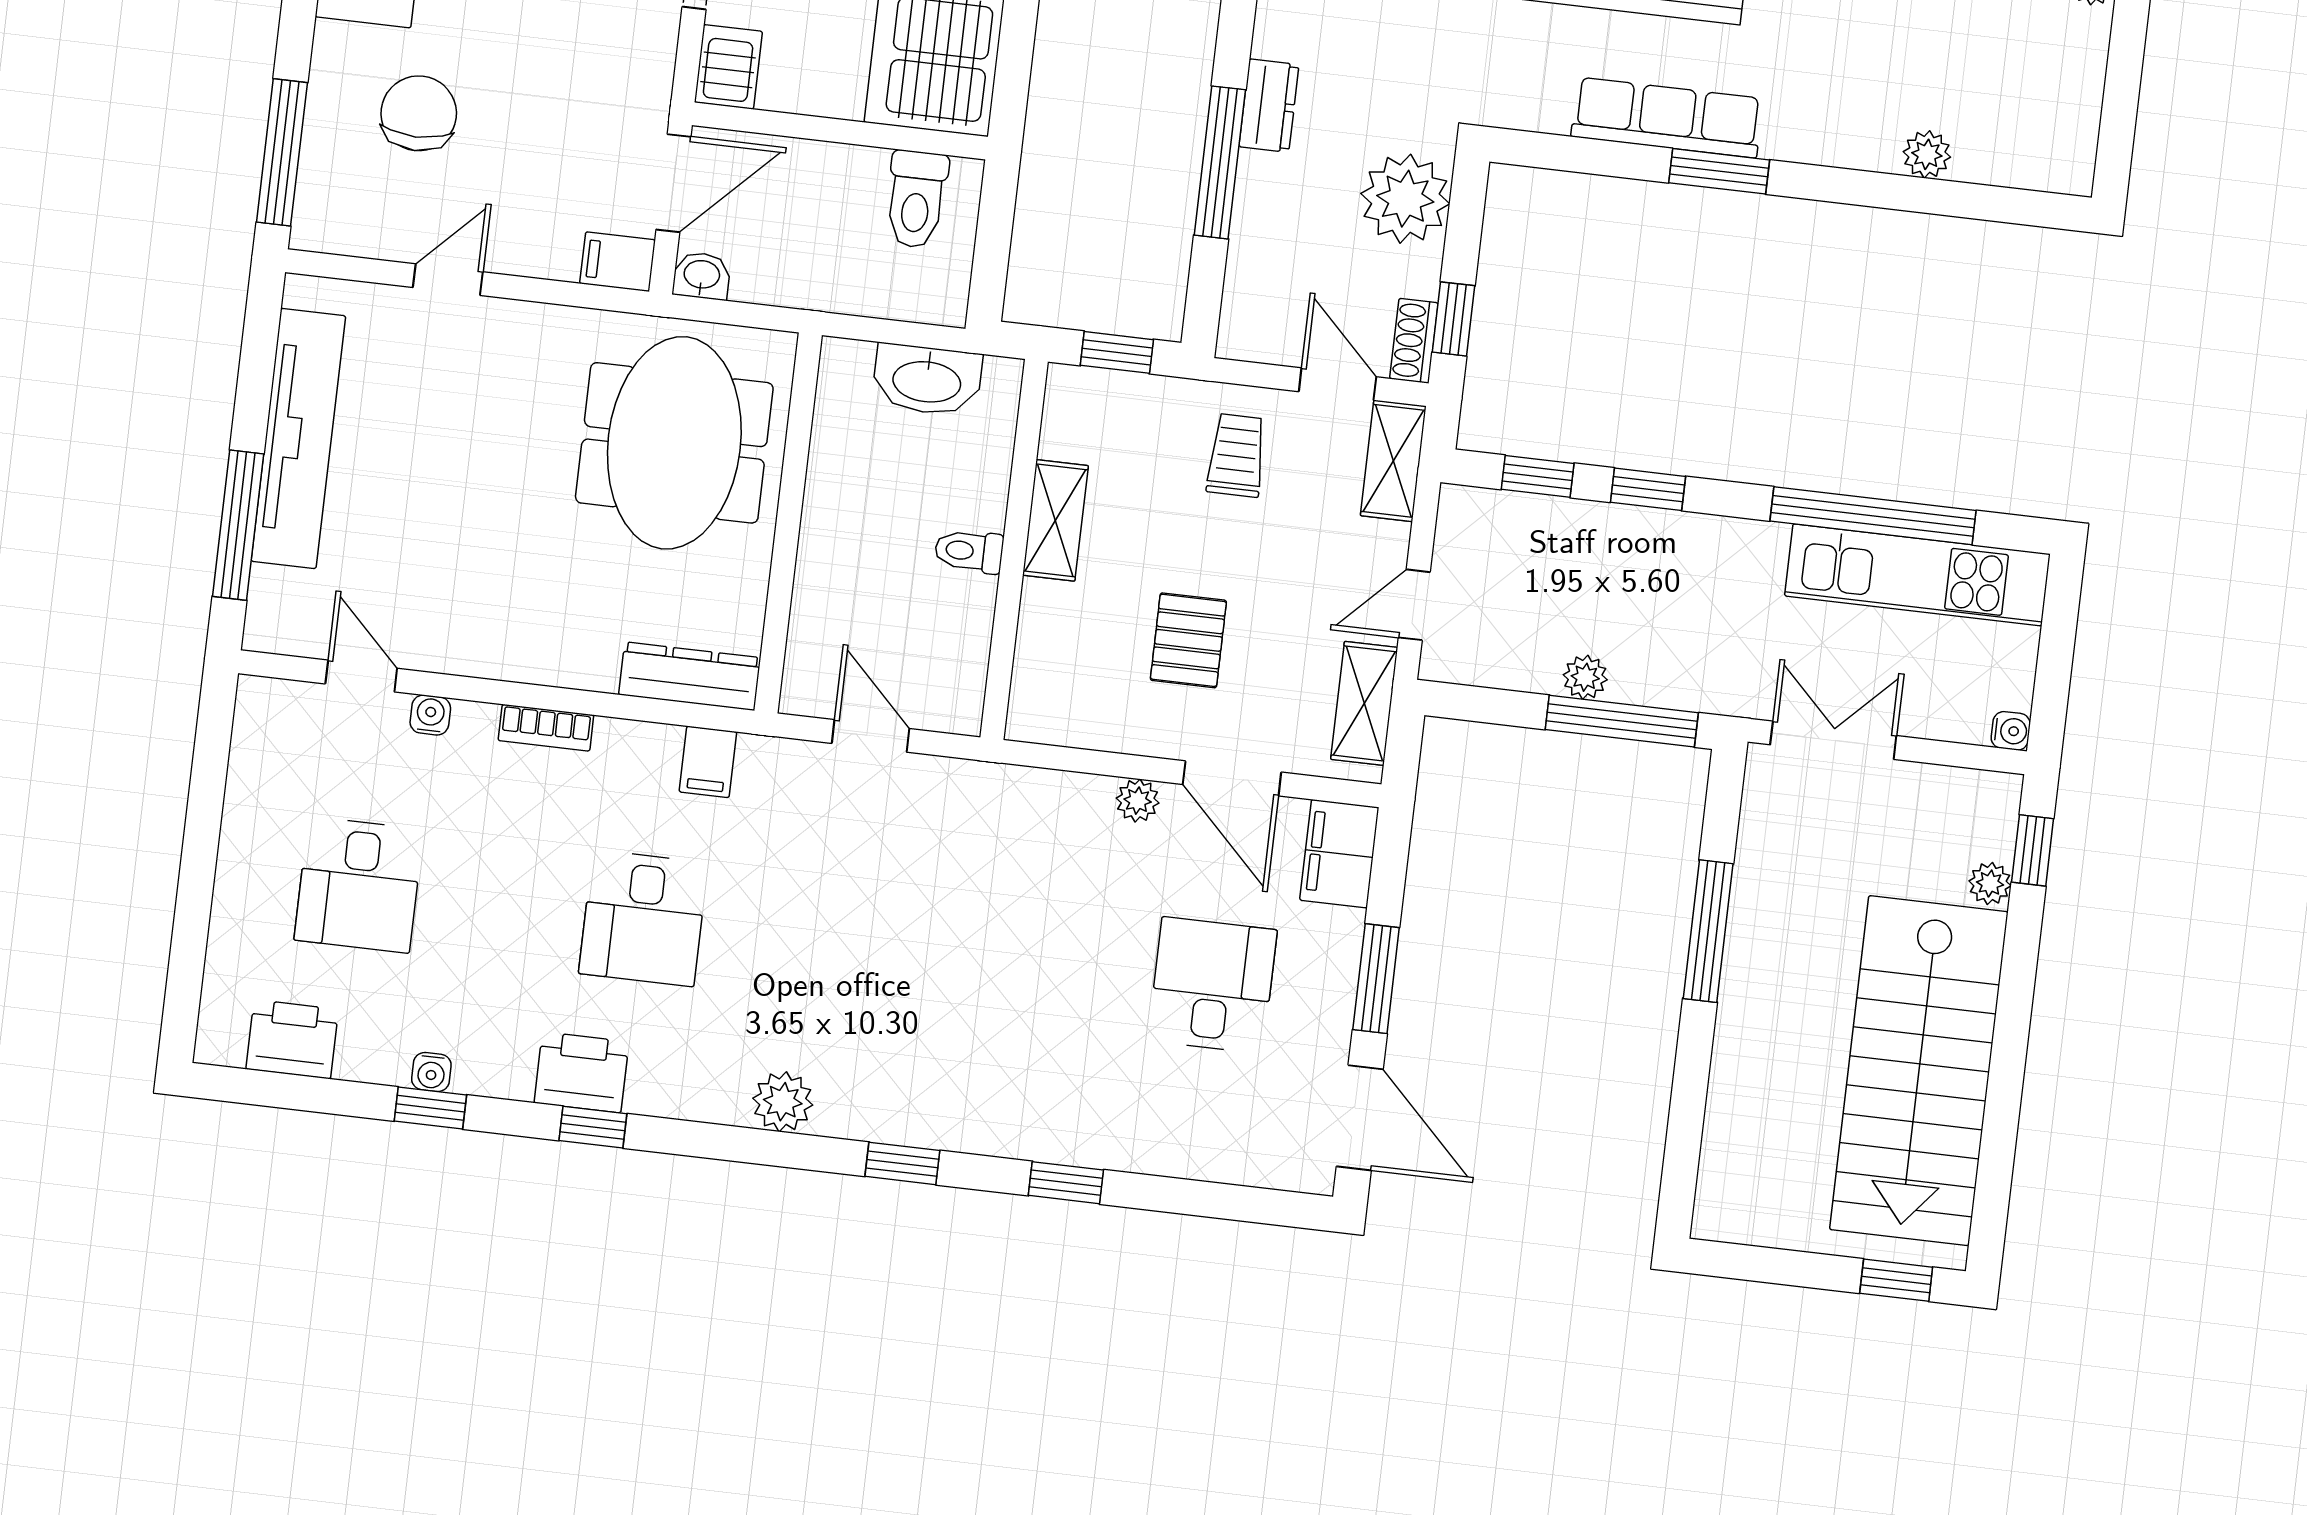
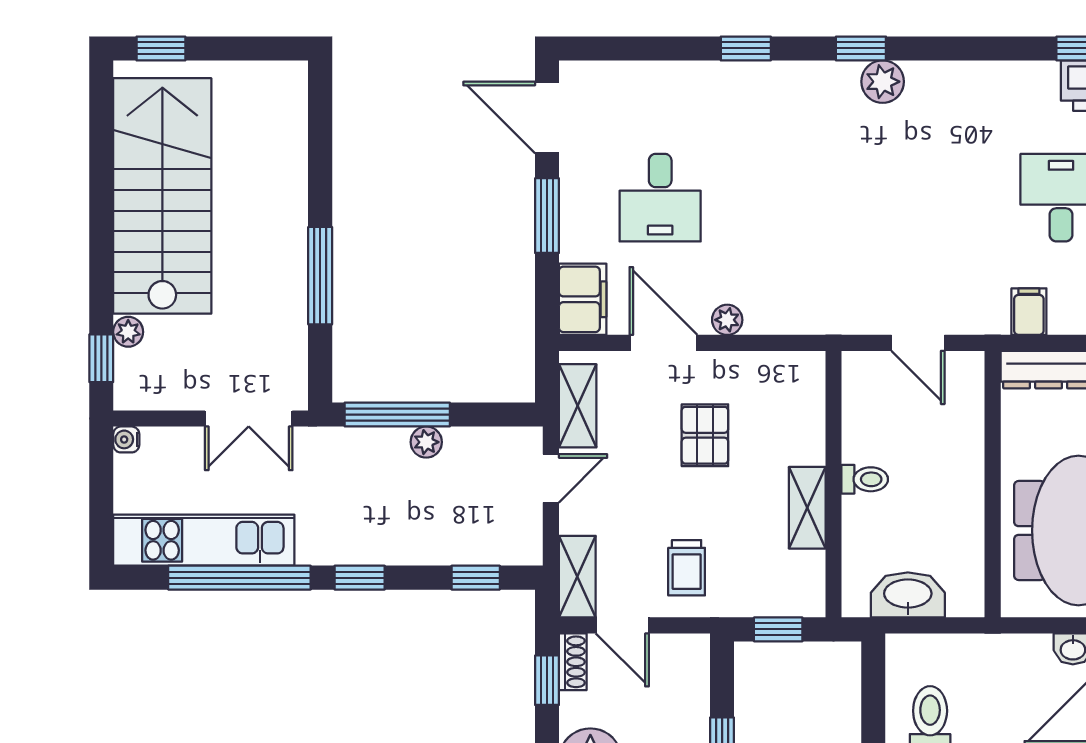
window: (1648, 489) -> (360, 578), moved
plant: (783, 1102) -> (883, 82), moved

